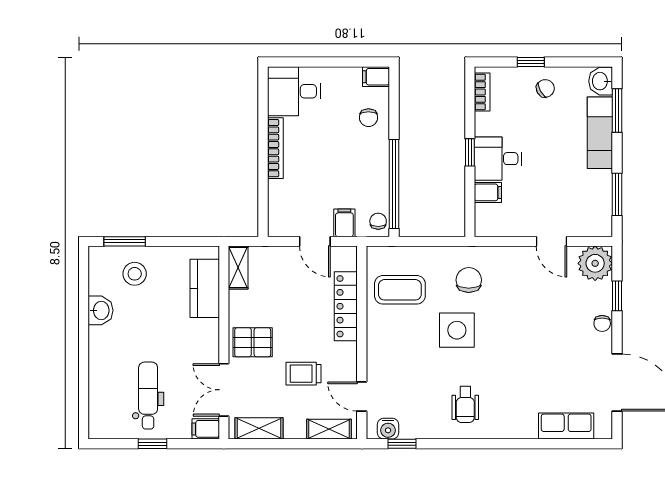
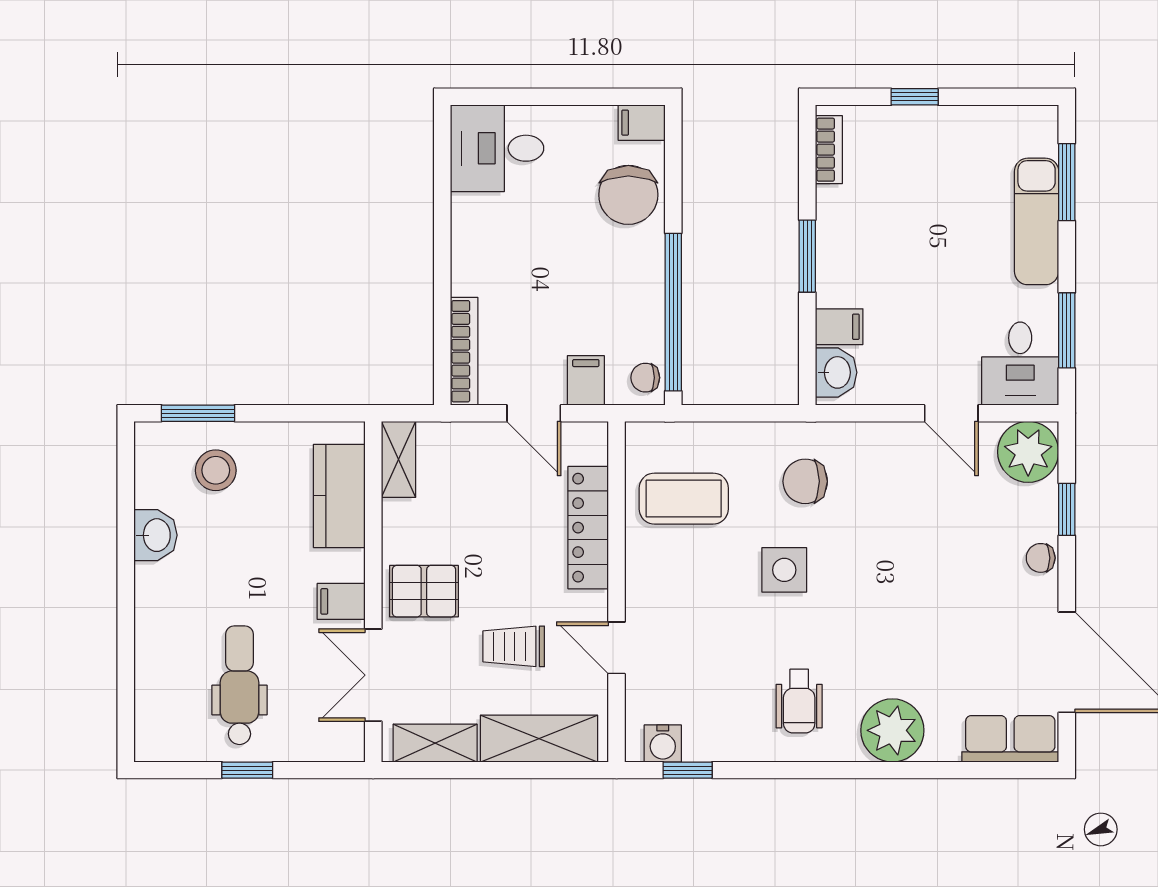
washbasin: (601, 81) -> (836, 372), moved, turned 180
chair: (545, 88) -> (940, 143), removed
chair: (368, 118) -> (628, 195), width x1.87, depth x1.87
bookcase: (275, 148) -> (464, 351), moved
window: (470, 152) -> (807, 256), width x1.50
desk: (498, 159) -> (1020, 364), moved, turned -90
chair: (378, 221) -> (645, 378), turned -90
chair: (469, 280) -> (805, 481), turned -90
chair: (602, 323) -> (1041, 558), turned 90
side table: (457, 330) -> (784, 570), width x0.73, depth x0.73
door: (362, 396) -> (617, 648), moved
plant: (518, 421) -> (892, 730), added
row of seats: (566, 426) -> (1010, 739), moved
filing cabinet: (206, 429) -> (341, 601), moved
shelving: (329, 429) -> (539, 739), width x1.50, depth x1.33

